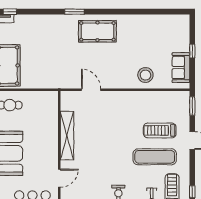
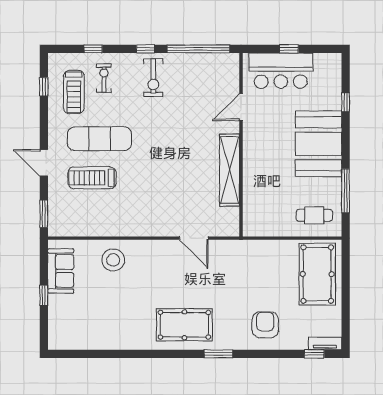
armchair: (43, 31) -> (265, 325), added
treadmill: (160, 130) -> (92, 178), turned 180

